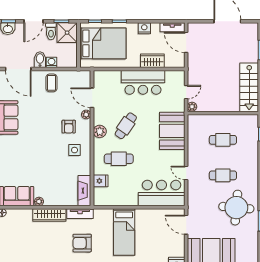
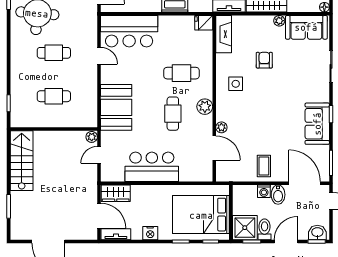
wardrobe: (152, 61) -> (116, 193), moved
cafe table: (126, 126) -> (173, 114), turned -34
armchair: (69, 127) -> (264, 60), moved
fridge: (101, 181) -> (204, 23), moved

